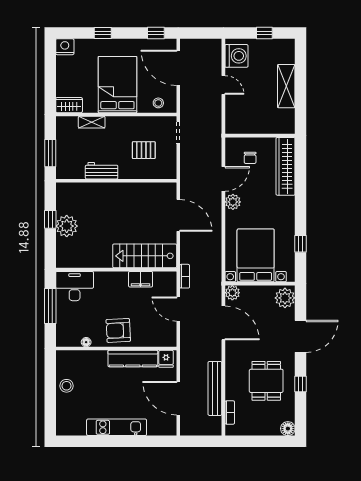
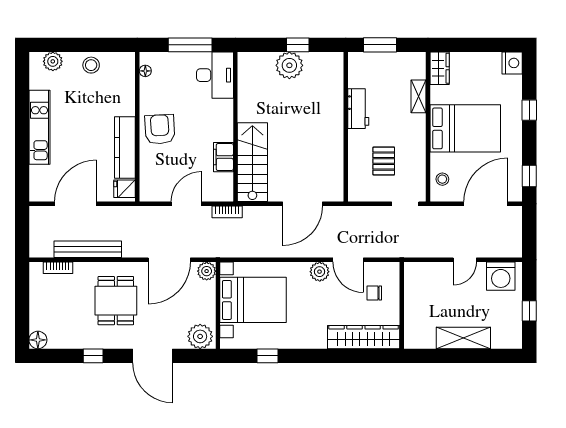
floor lamp: (86, 342) -> (145, 71), moved
dining table: (266, 381) -> (116, 301), moved, turned 90
plant: (64, 417) -> (53, 61), added

